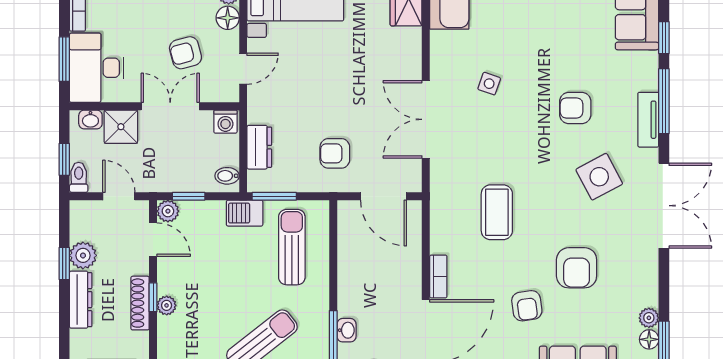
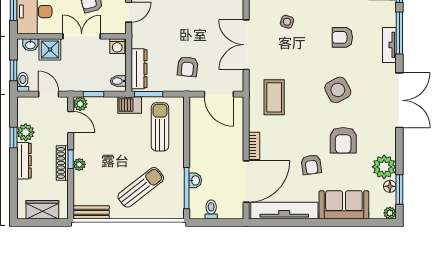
dresser: (259, 147) -> (139, 69), width x1.44
armchair: (335, 153) -> (188, 67), turned -84
side table: (599, 177) -> (338, 90), moved
coffee table: (497, 212) -> (274, 97), moved
plant: (649, 318) -> (384, 167), width x1.88, depth x1.88

